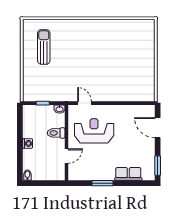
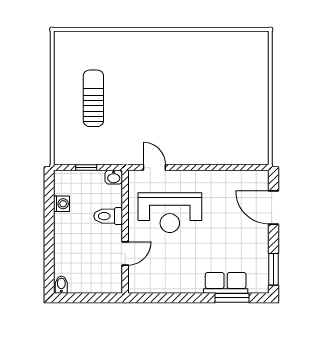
sun lounger: (44, 47) -> (93, 98), moved
reception desk: (94, 131) -> (170, 213), turned 180
washing machine: (28, 143) -> (62, 204), moved
window: (102, 183) -> (232, 298), moved

